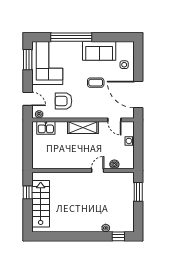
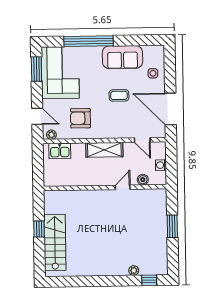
boiler: (114, 164) -> (143, 180), moved
wall: (83, 170) -> (105, 188), moved
door: (98, 170) -> (123, 187), moved

